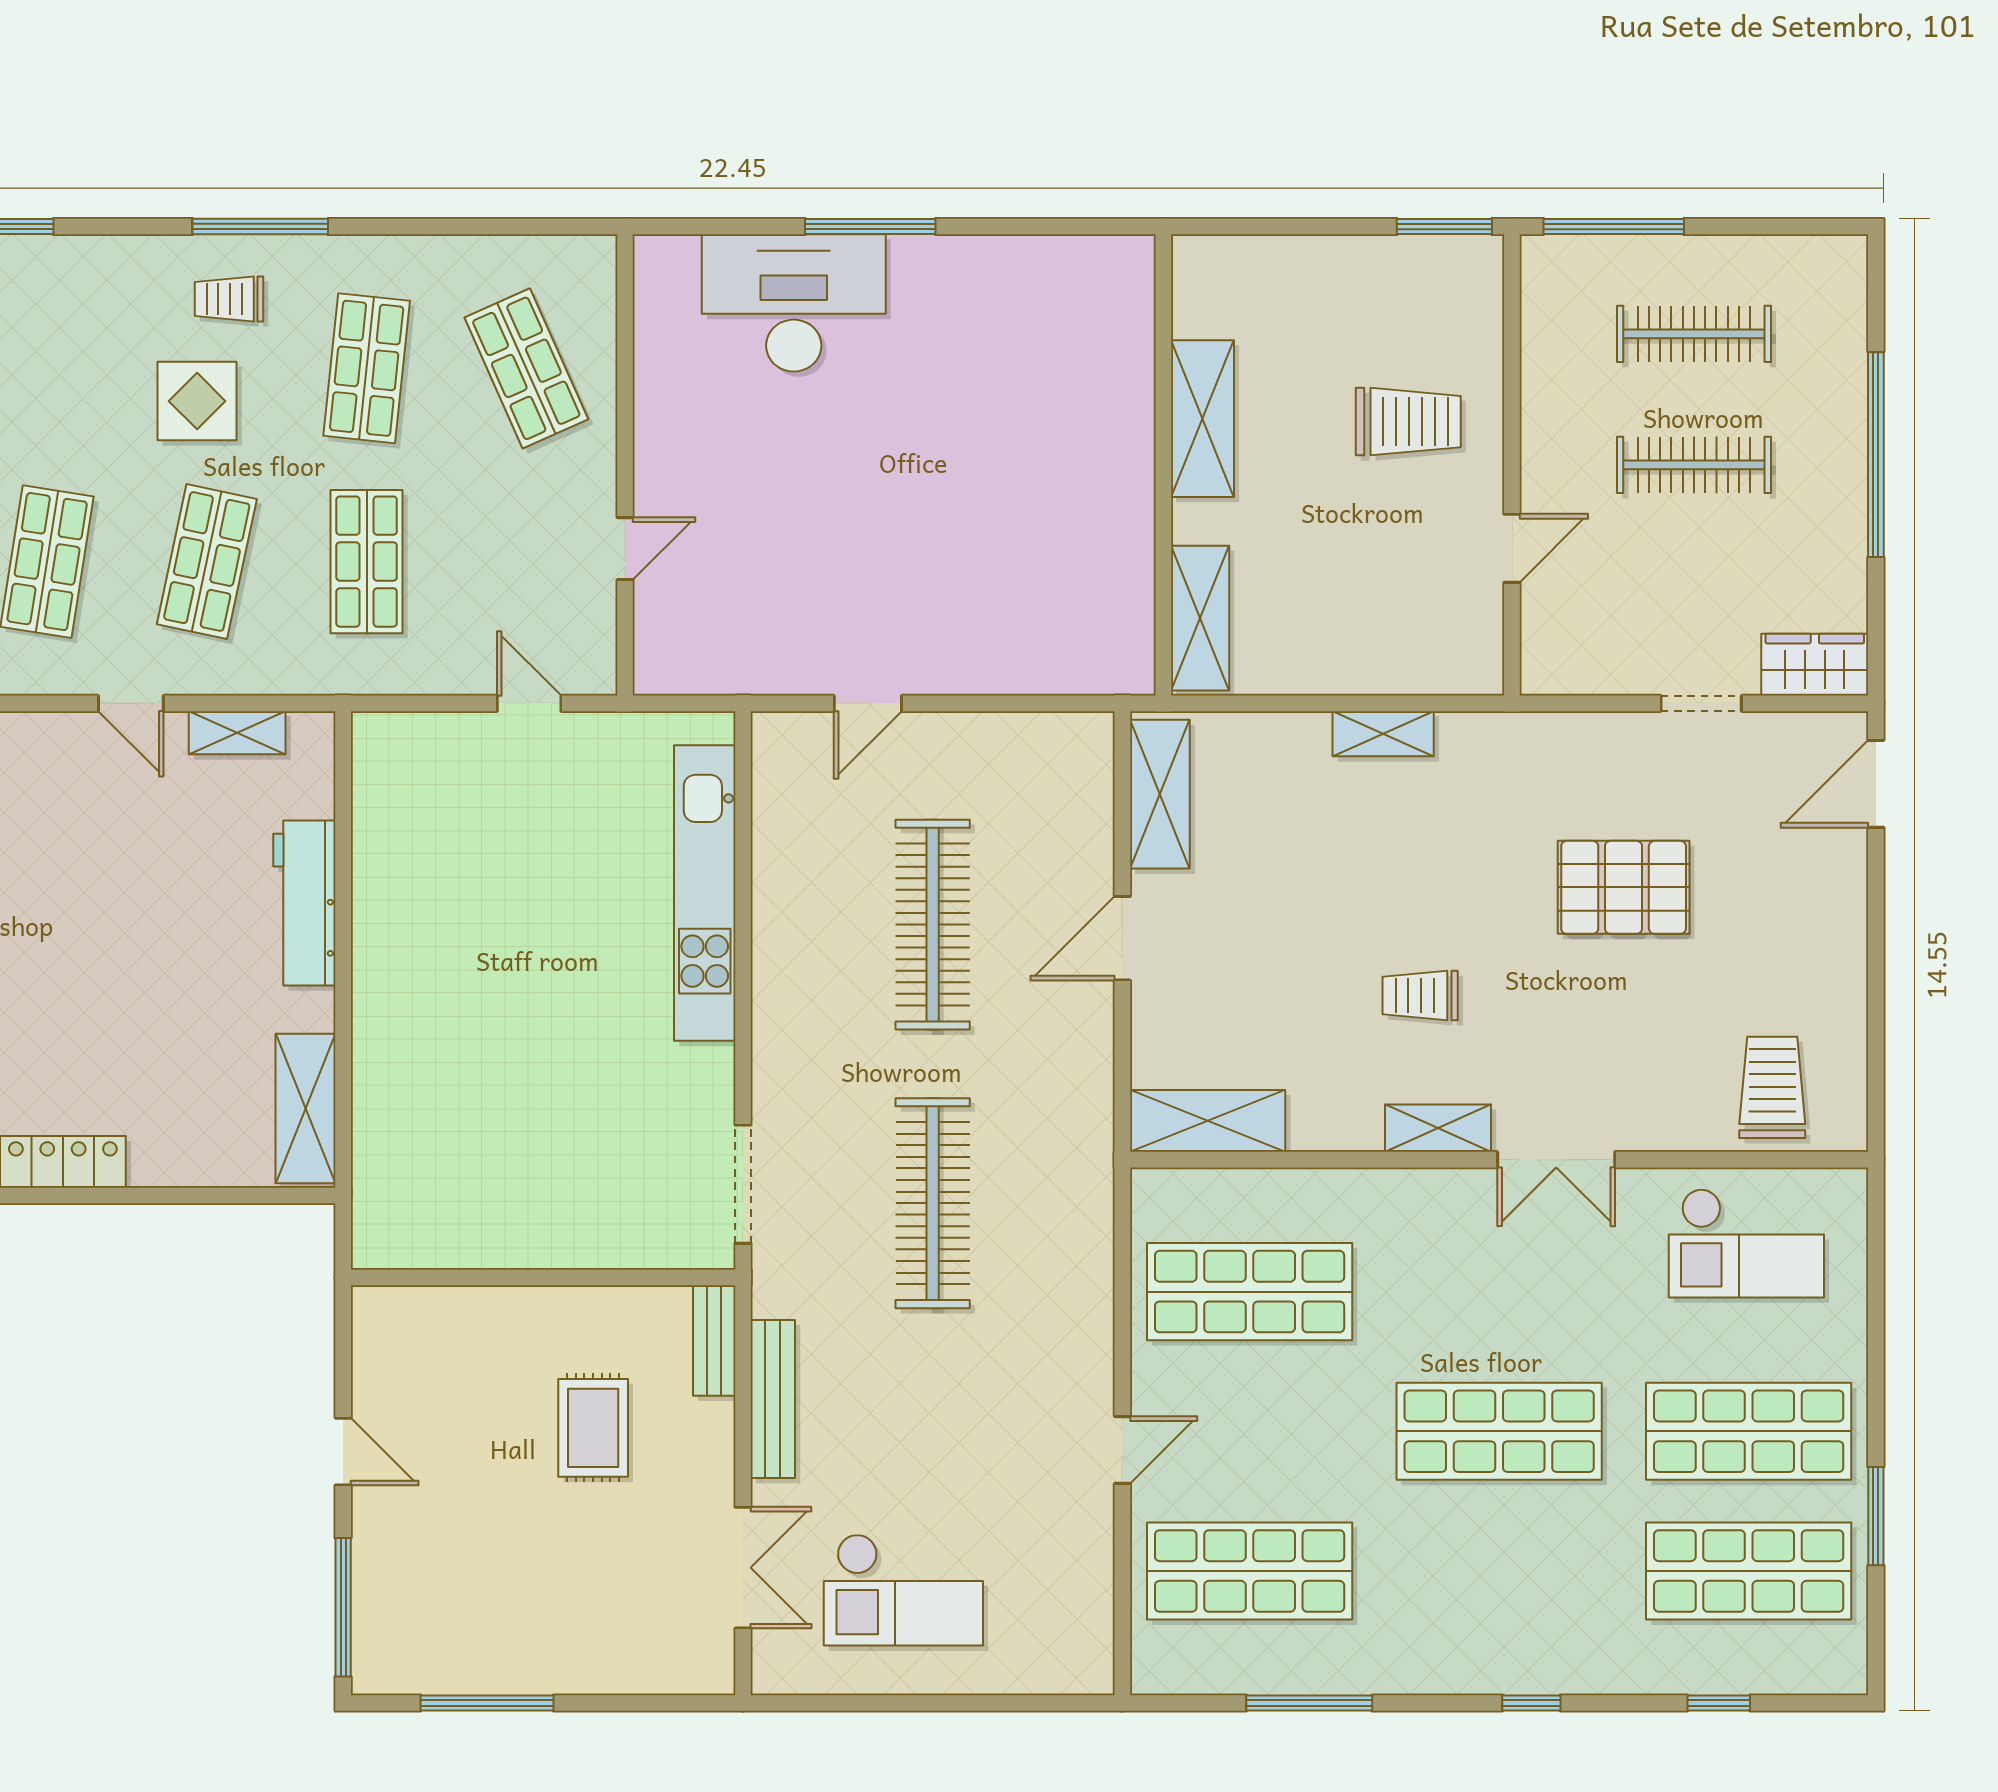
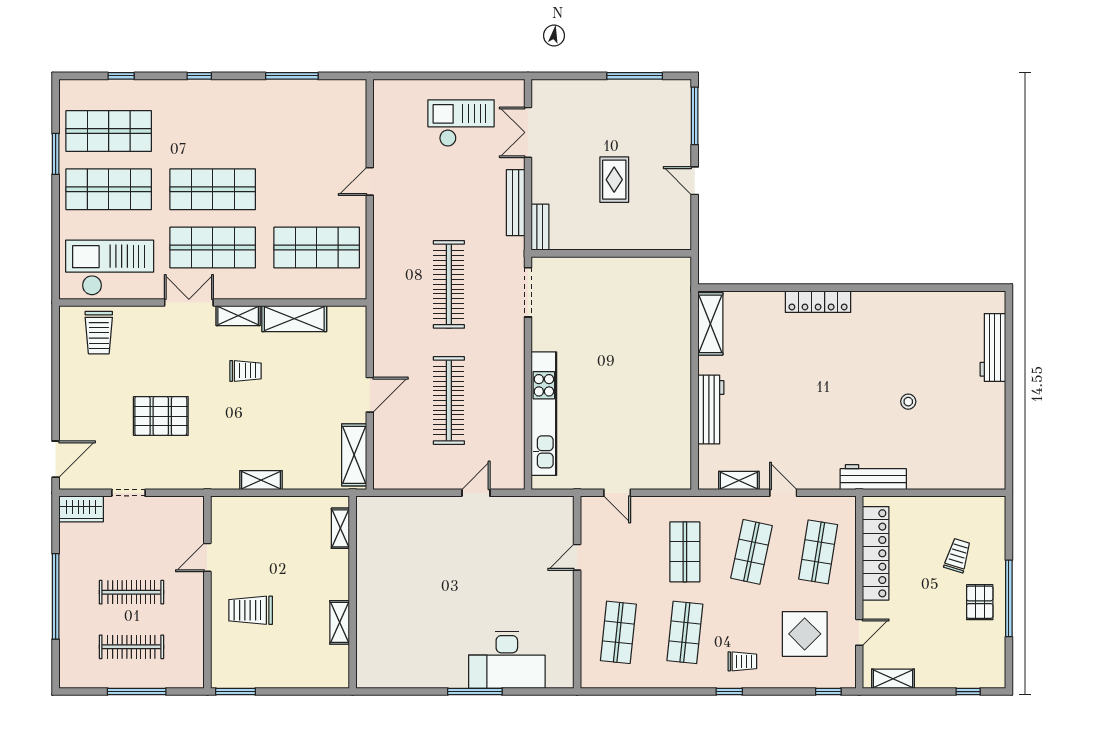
window: (260, 227) -> (729, 692), width x0.46
window: (1614, 227) -> (137, 692), moved
shop shelf: (526, 368) -> (618, 632), turned 30
display table: (197, 401) -> (805, 634), moved, width x1.36, depth x1.36
shelving: (1202, 419) -> (340, 622), width x0.67, depth x0.75
shelving: (1200, 618) -> (340, 528), width x0.67, depth x0.75
shelving: (1208, 1121) -> (294, 319), moved
checkout: (1746, 1243) -> (110, 268), width x1.36, depth x1.21
rug: (593, 1428) -> (614, 180), moved
shop shelf: (1250, 1571) -> (213, 247), moved

